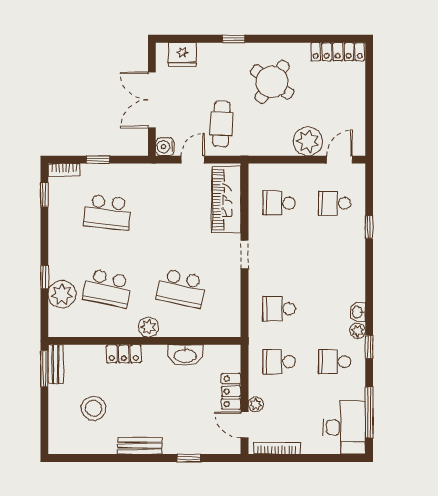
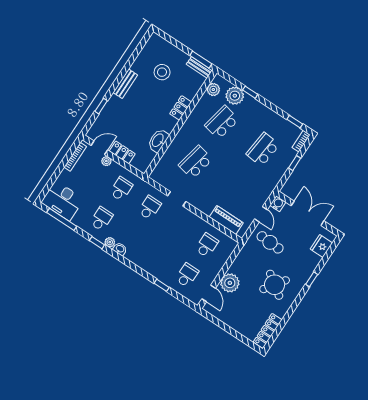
piano: (226, 200) -> (226, 220), width x0.73, depth x0.75
doorway: (244, 255) -> (177, 199), moved
plant: (148, 327) -> (213, 90), moved

